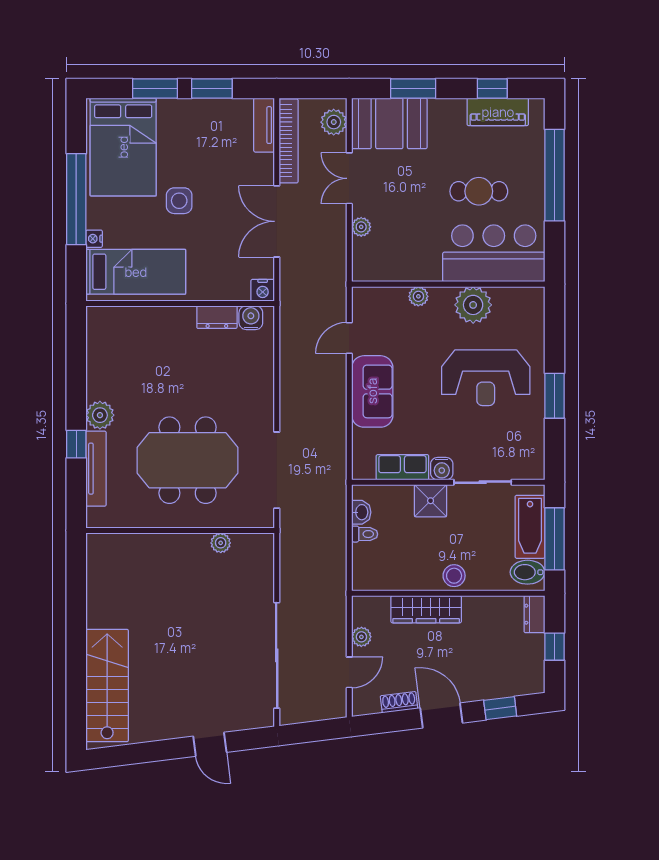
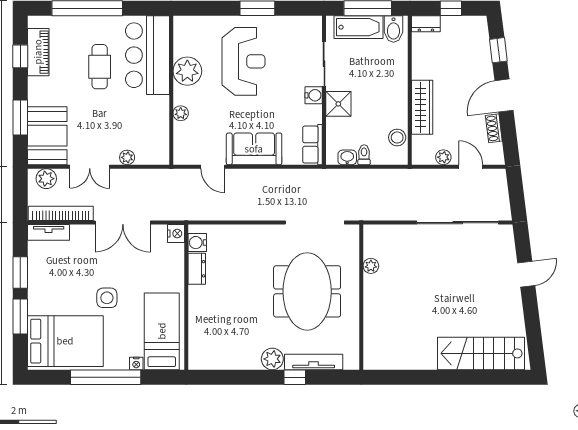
row of seats: (402, 467) -> (312, 145), moved
stool: (454, 576) -> (397, 137), moved

